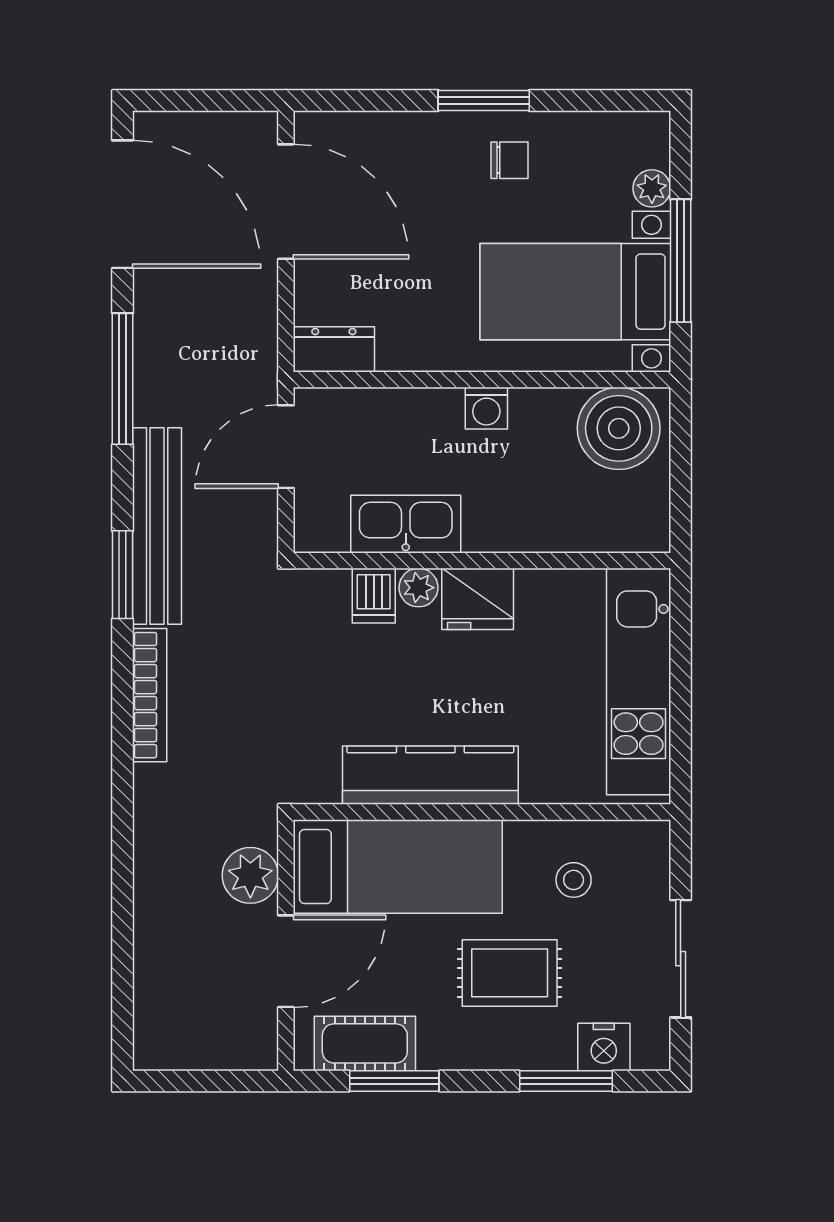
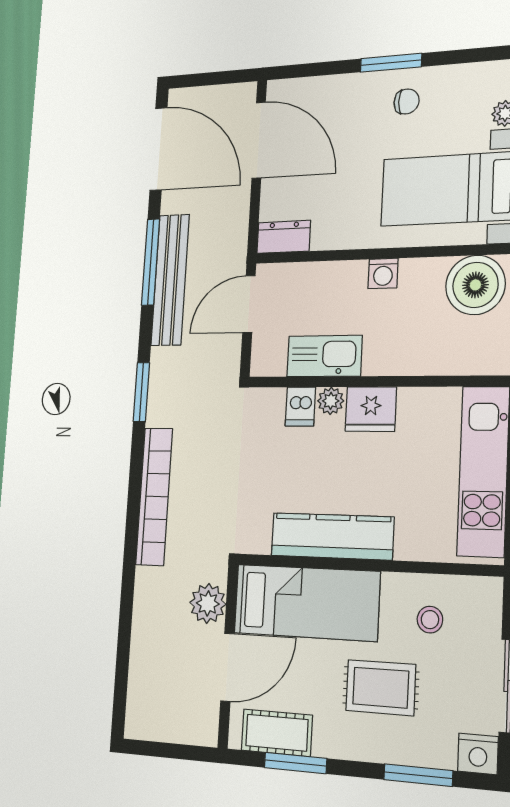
bench: (157, 526) -> (170, 280), moved
bookcase: (150, 695) -> (154, 496), width x1.48, depth x1.31
nightstand: (604, 1047) -> (478, 754), moved

